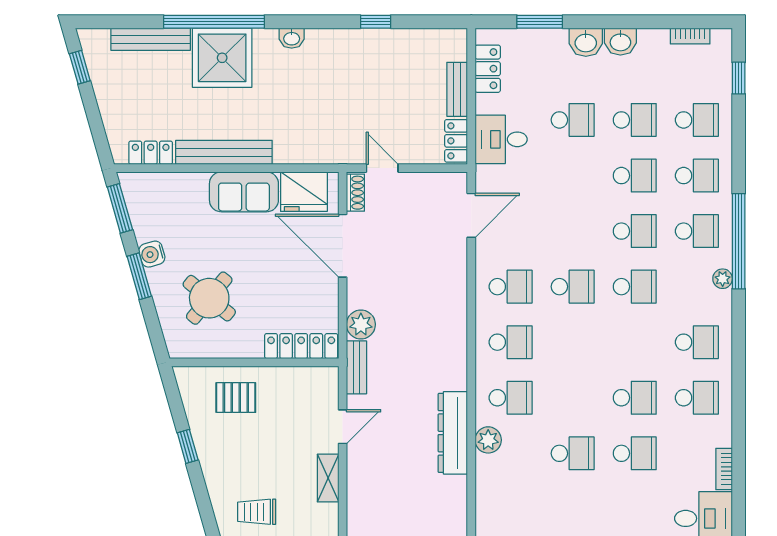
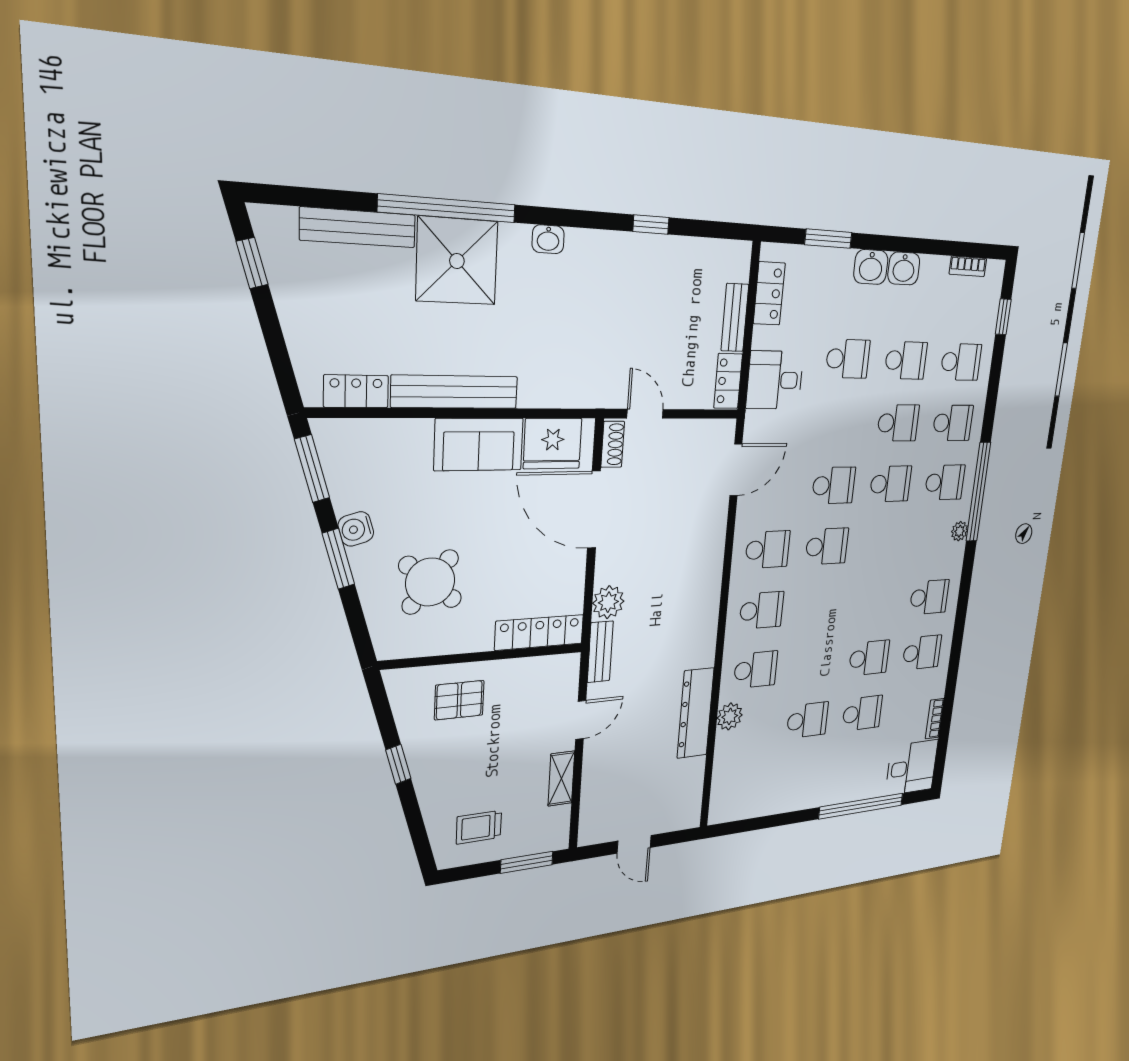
school desk: (635, 287) -> (834, 485), moved

